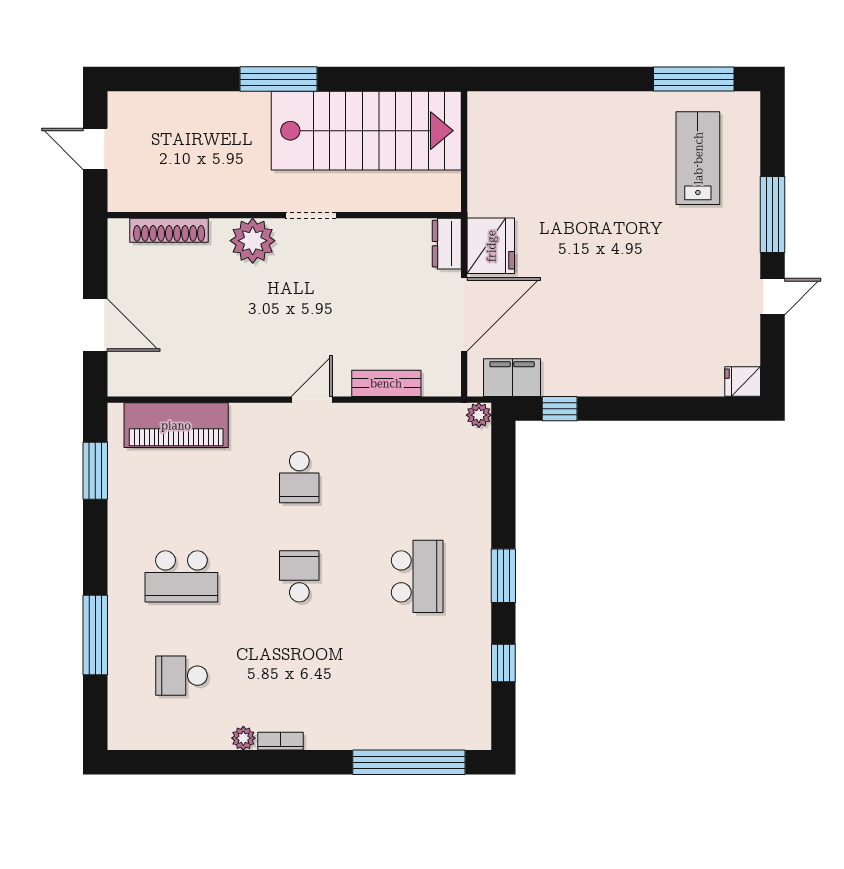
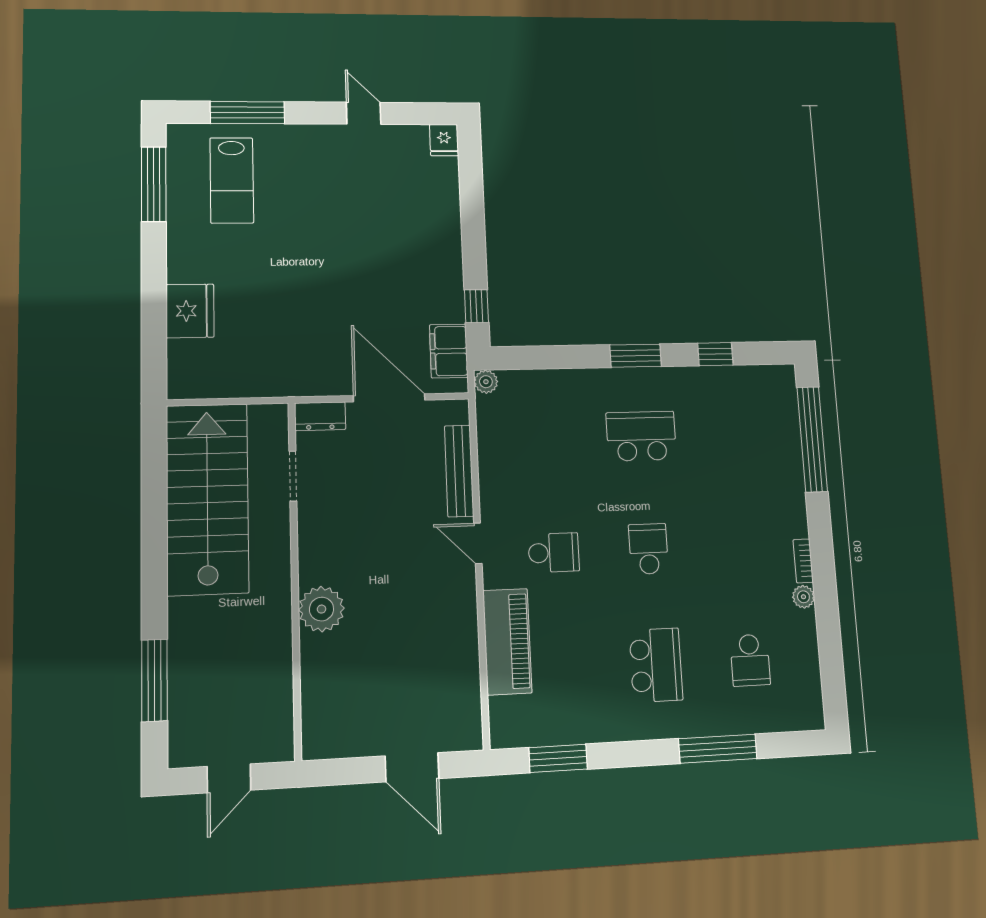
window: (279, 79) -> (154, 680), moved
lab bench: (698, 158) -> (232, 180), turned -90
window: (772, 214) -> (247, 113), moved
doorway: (311, 215) -> (293, 476), moved
shoe rack: (169, 230) -> (313, 696), removed
fridge: (491, 246) -> (190, 311), moved, turned 90
door: (95, 325) -> (412, 767), swing flipped
bench: (386, 383) -> (459, 471), width x1.36
piano: (176, 425) -> (507, 642), moved
school desk: (299, 576) -> (648, 549), turned 90

